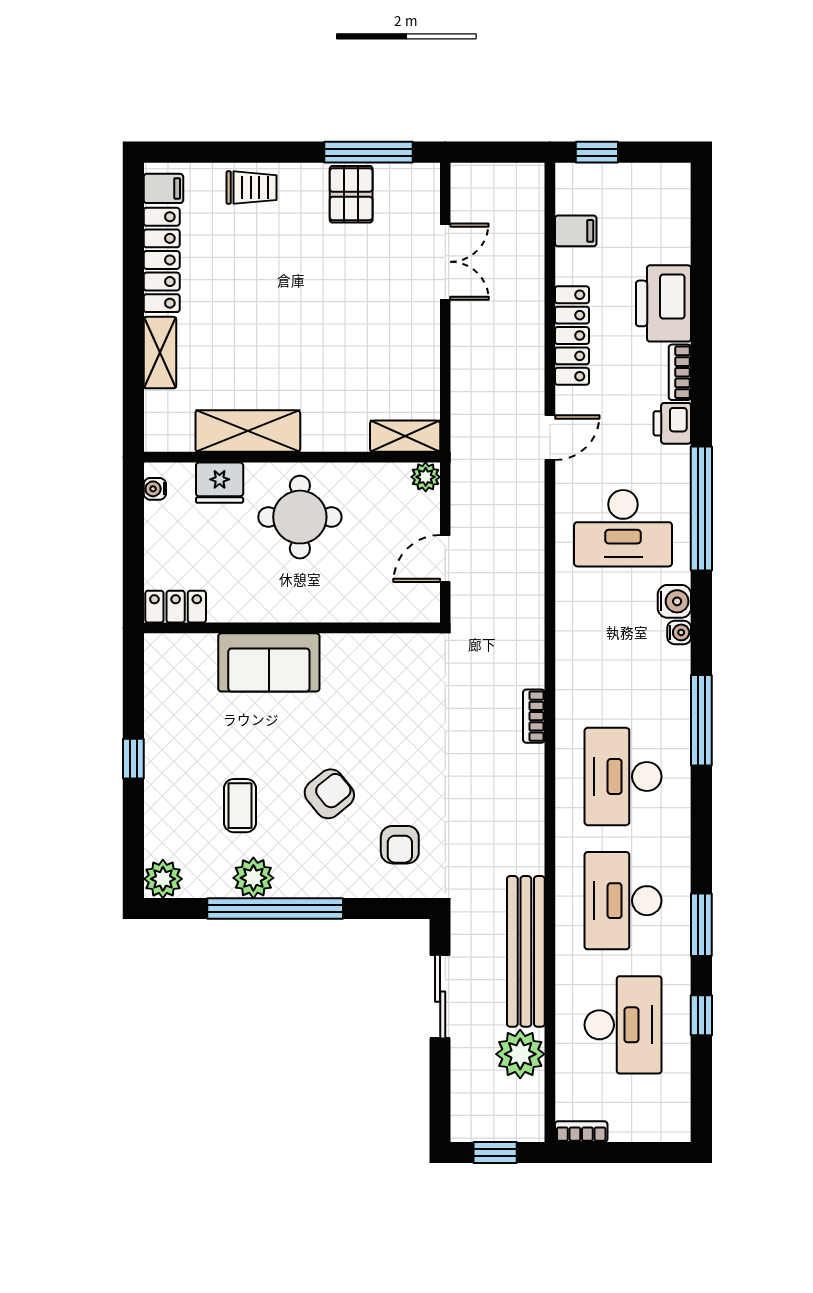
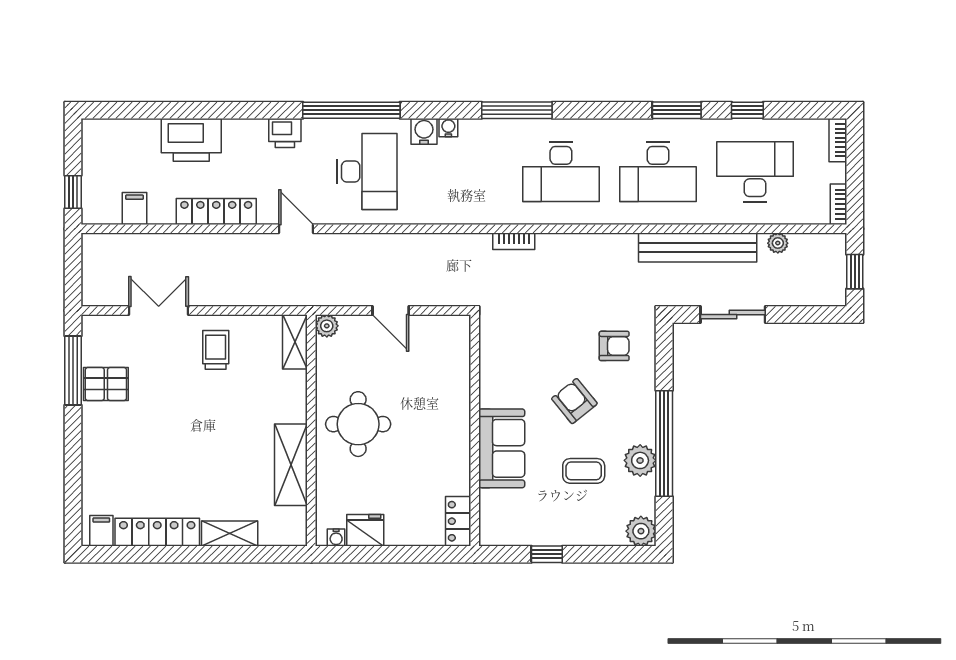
trolley: (252, 188) -> (216, 350), moved
bookcase: (680, 372) -> (838, 140), moved, turned 90
fridge: (220, 483) -> (365, 530), moved, turned -90
locker: (176, 607) -> (458, 521), moved
wall: (292, 628) -> (475, 430), moved
sofa: (269, 662) -> (502, 448), moved
plant: (520, 1054) -> (778, 243), width x0.53, depth x0.53

